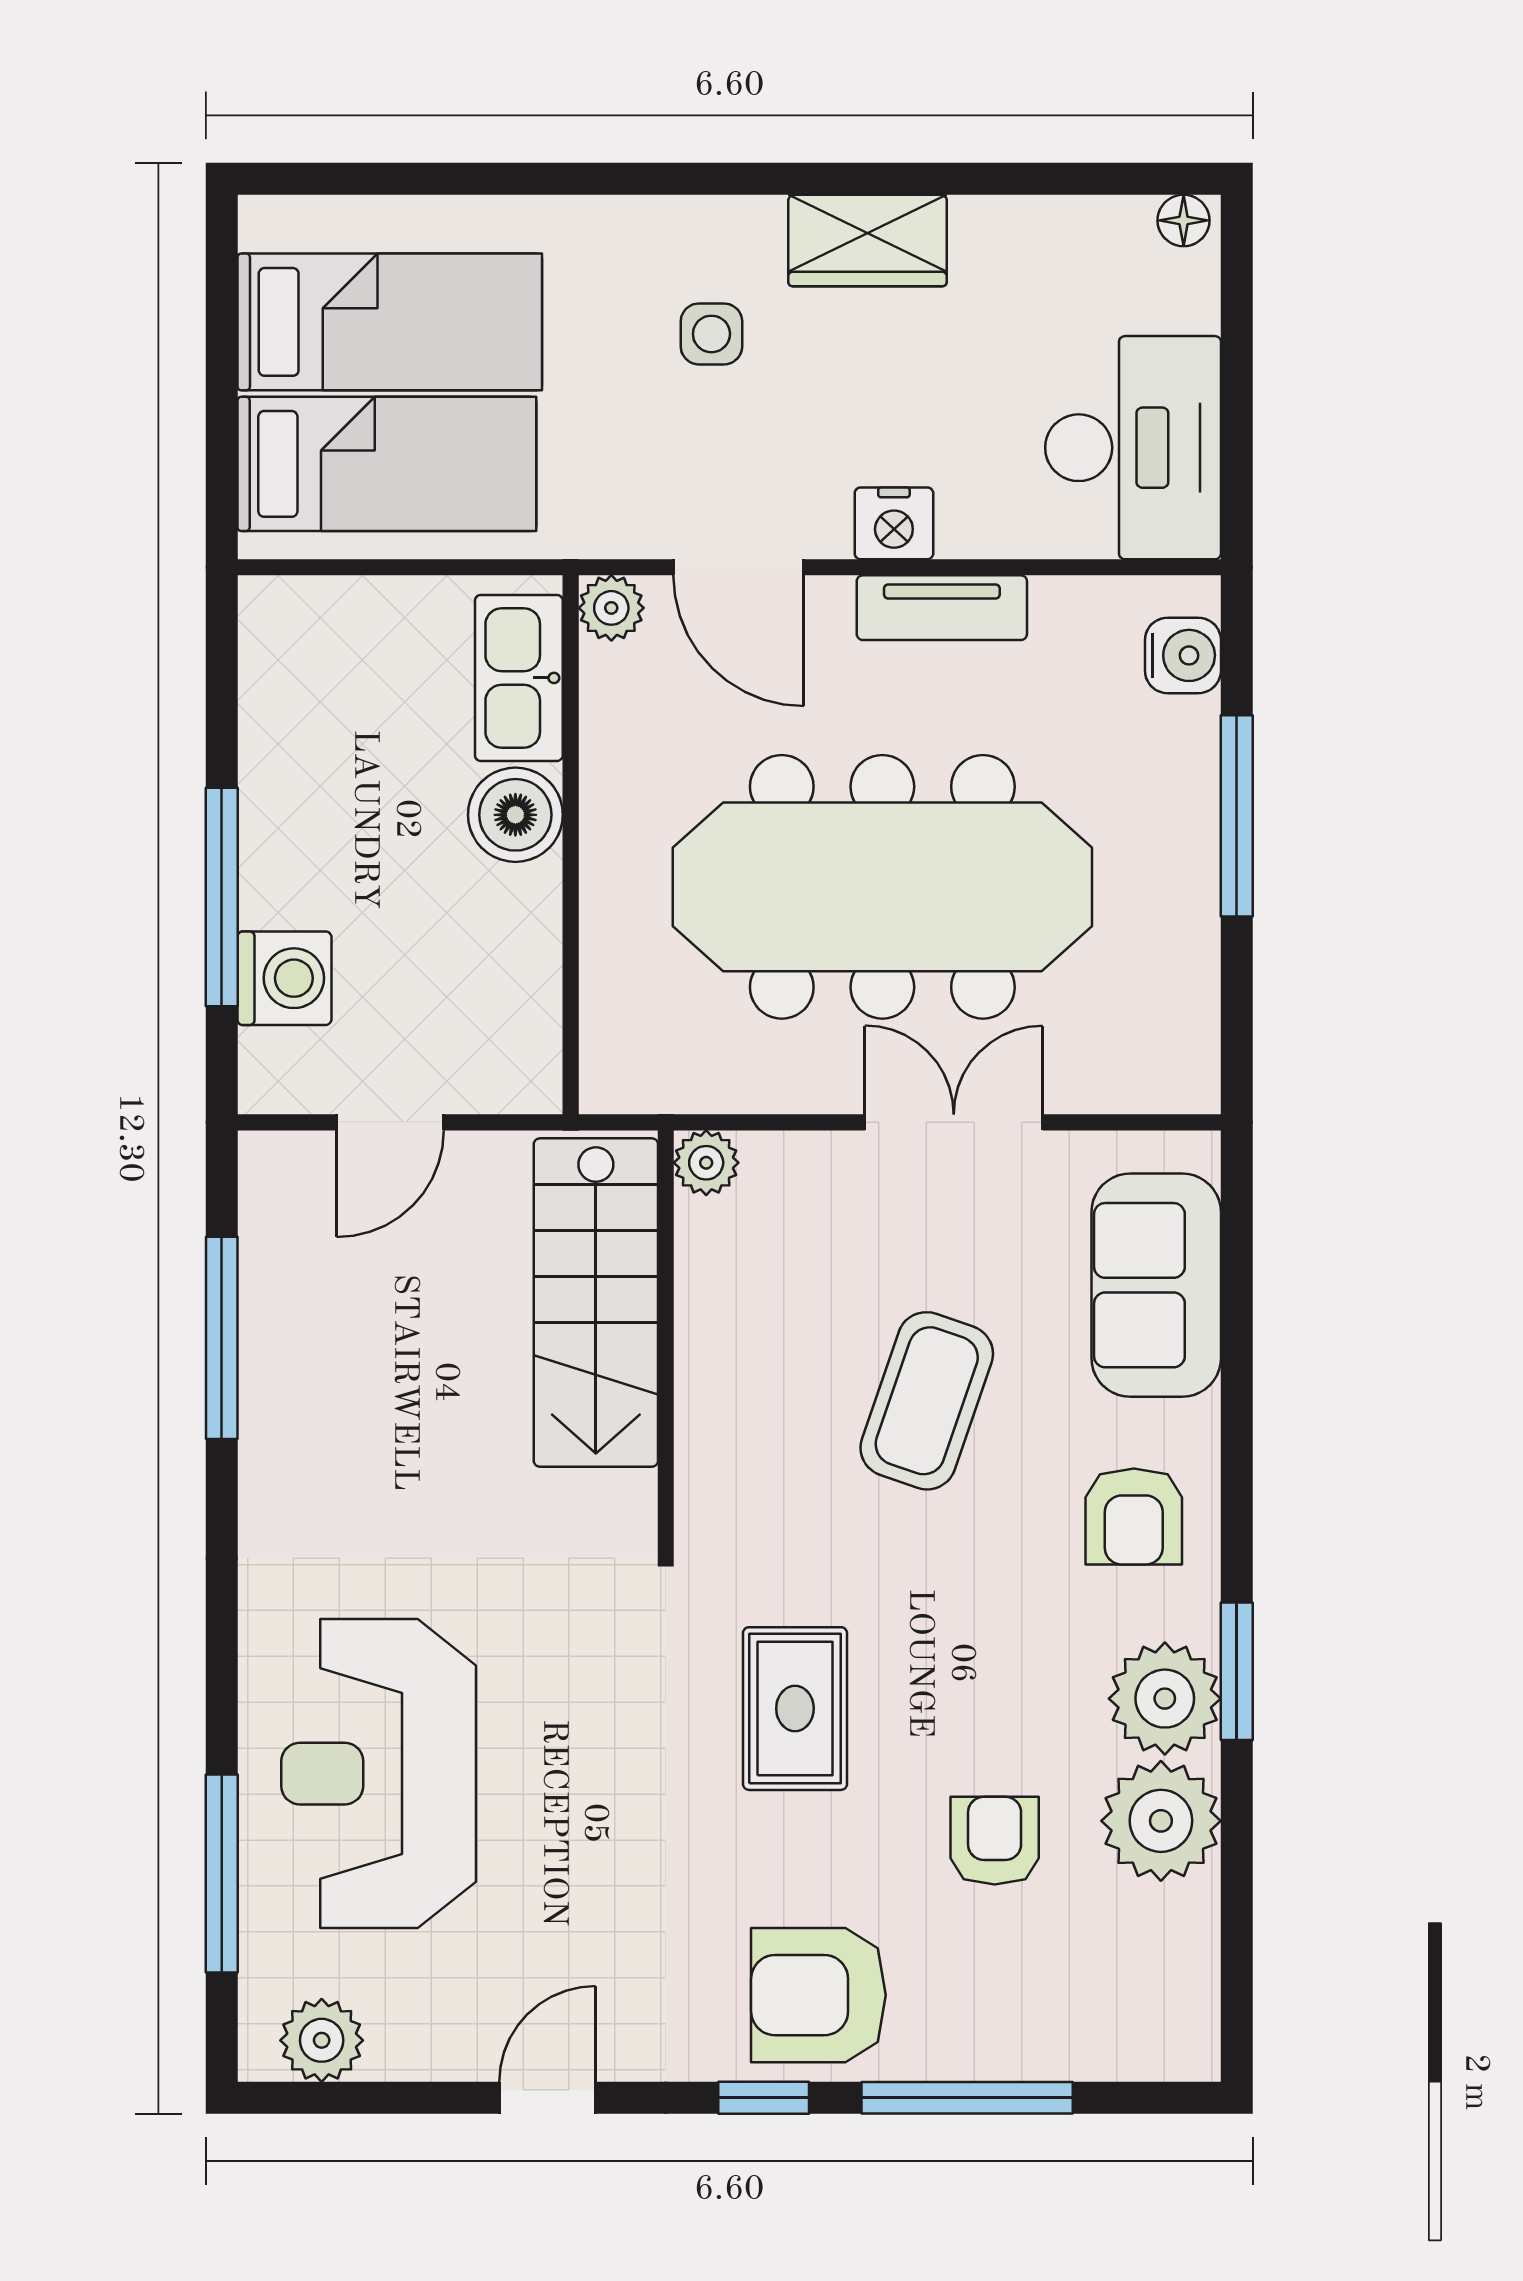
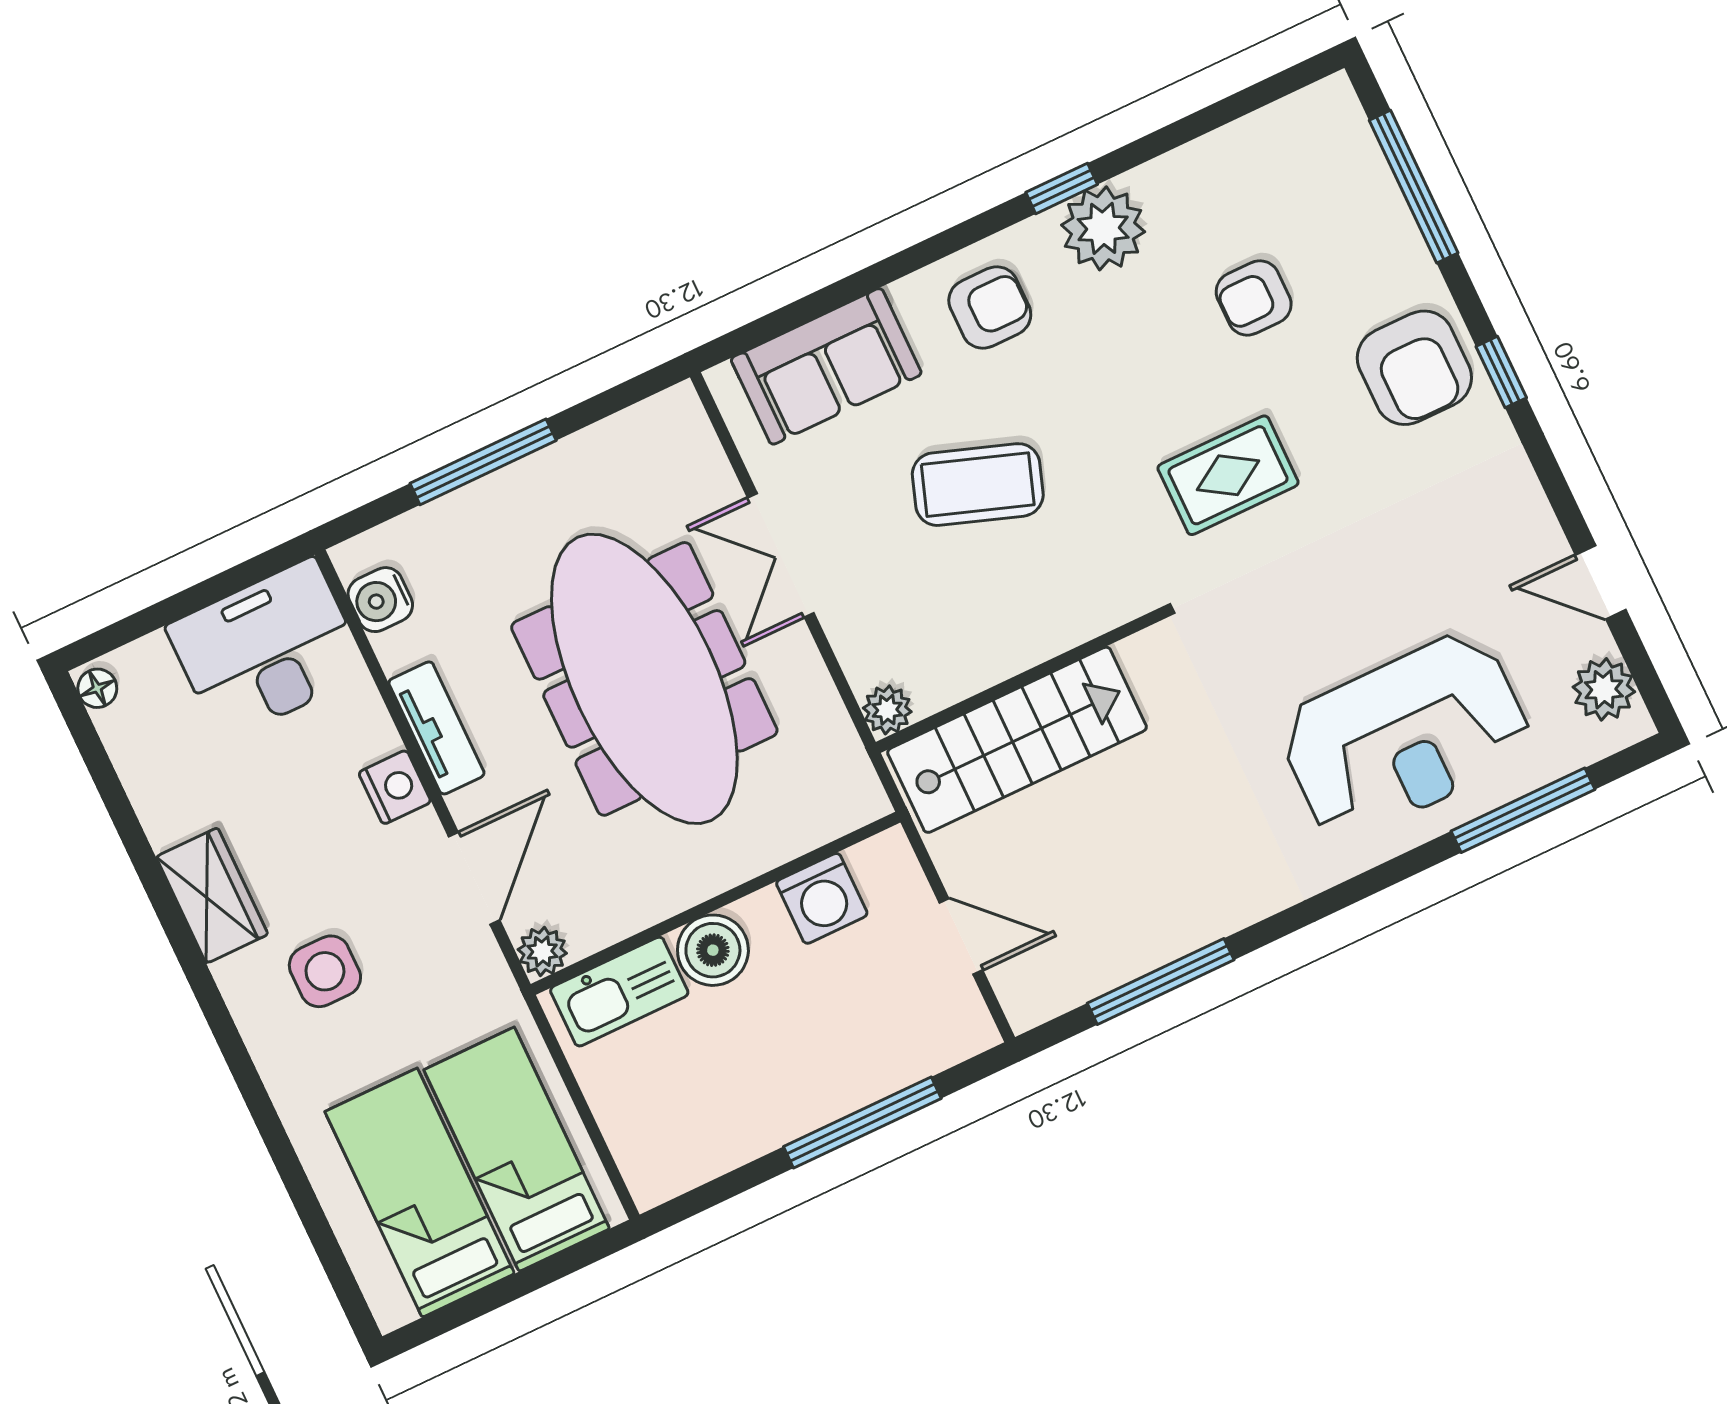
side table: (711, 334) -> (325, 971), width x1.37, depth x1.37
water cooler: (1183, 655) -> (380, 600), moved, turned -90
washing machine: (284, 978) -> (822, 898), moved, turned 180
window: (1237, 1671) -> (1062, 188), width x0.67
plant: (1161, 1821) -> (1187, 192), removed
door: (547, 2098) -> (1601, 582), moved
window: (967, 2098) -> (1414, 187), moved

